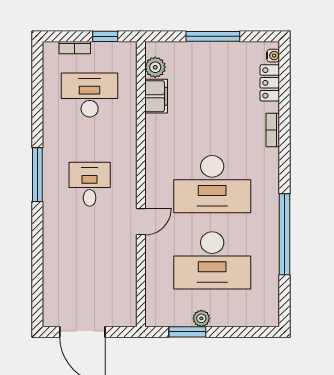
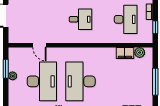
door: (141, 222) -> (39, 45), moved
desk: (212, 260) -> (42, 81), turned 180

